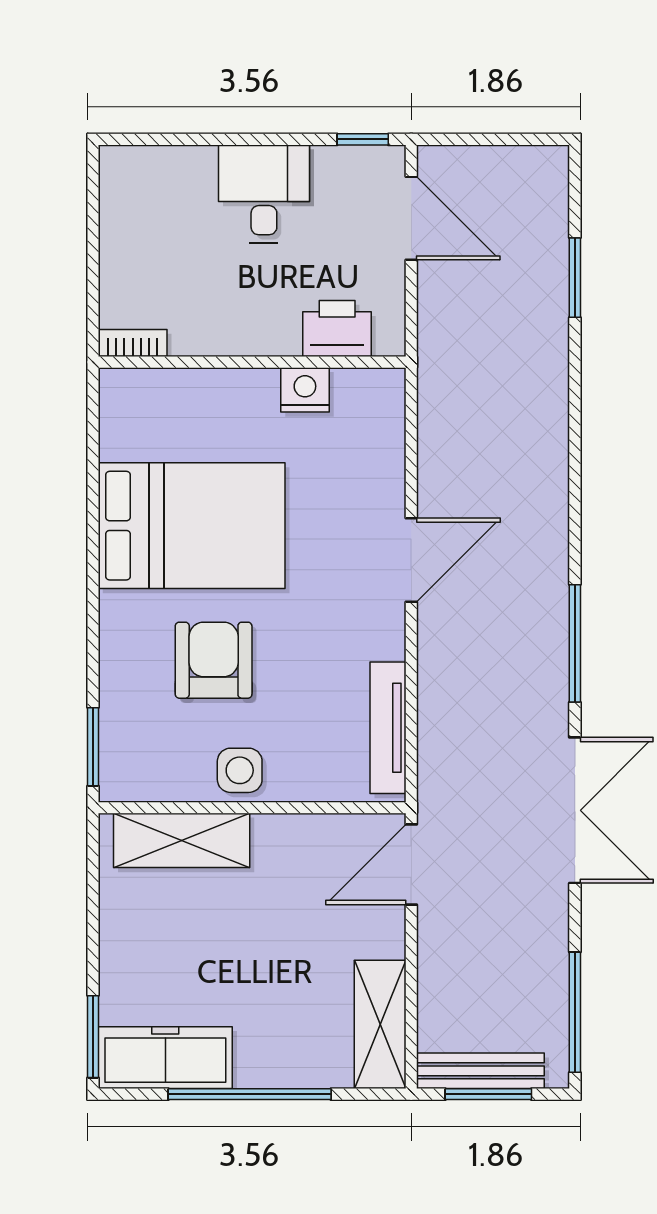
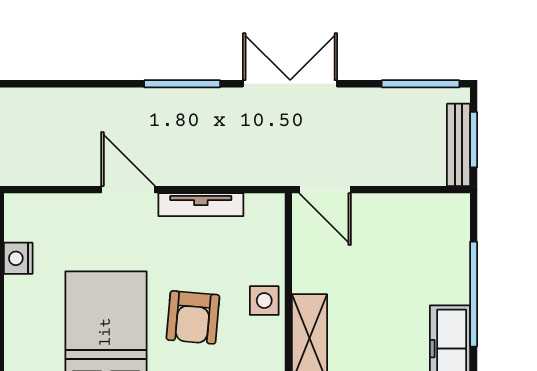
armchair: (214, 660) -> (193, 317), turned -85
tv unit: (388, 728) -> (201, 205), moved
shelving: (380, 1024) -> (428, 210), removed

